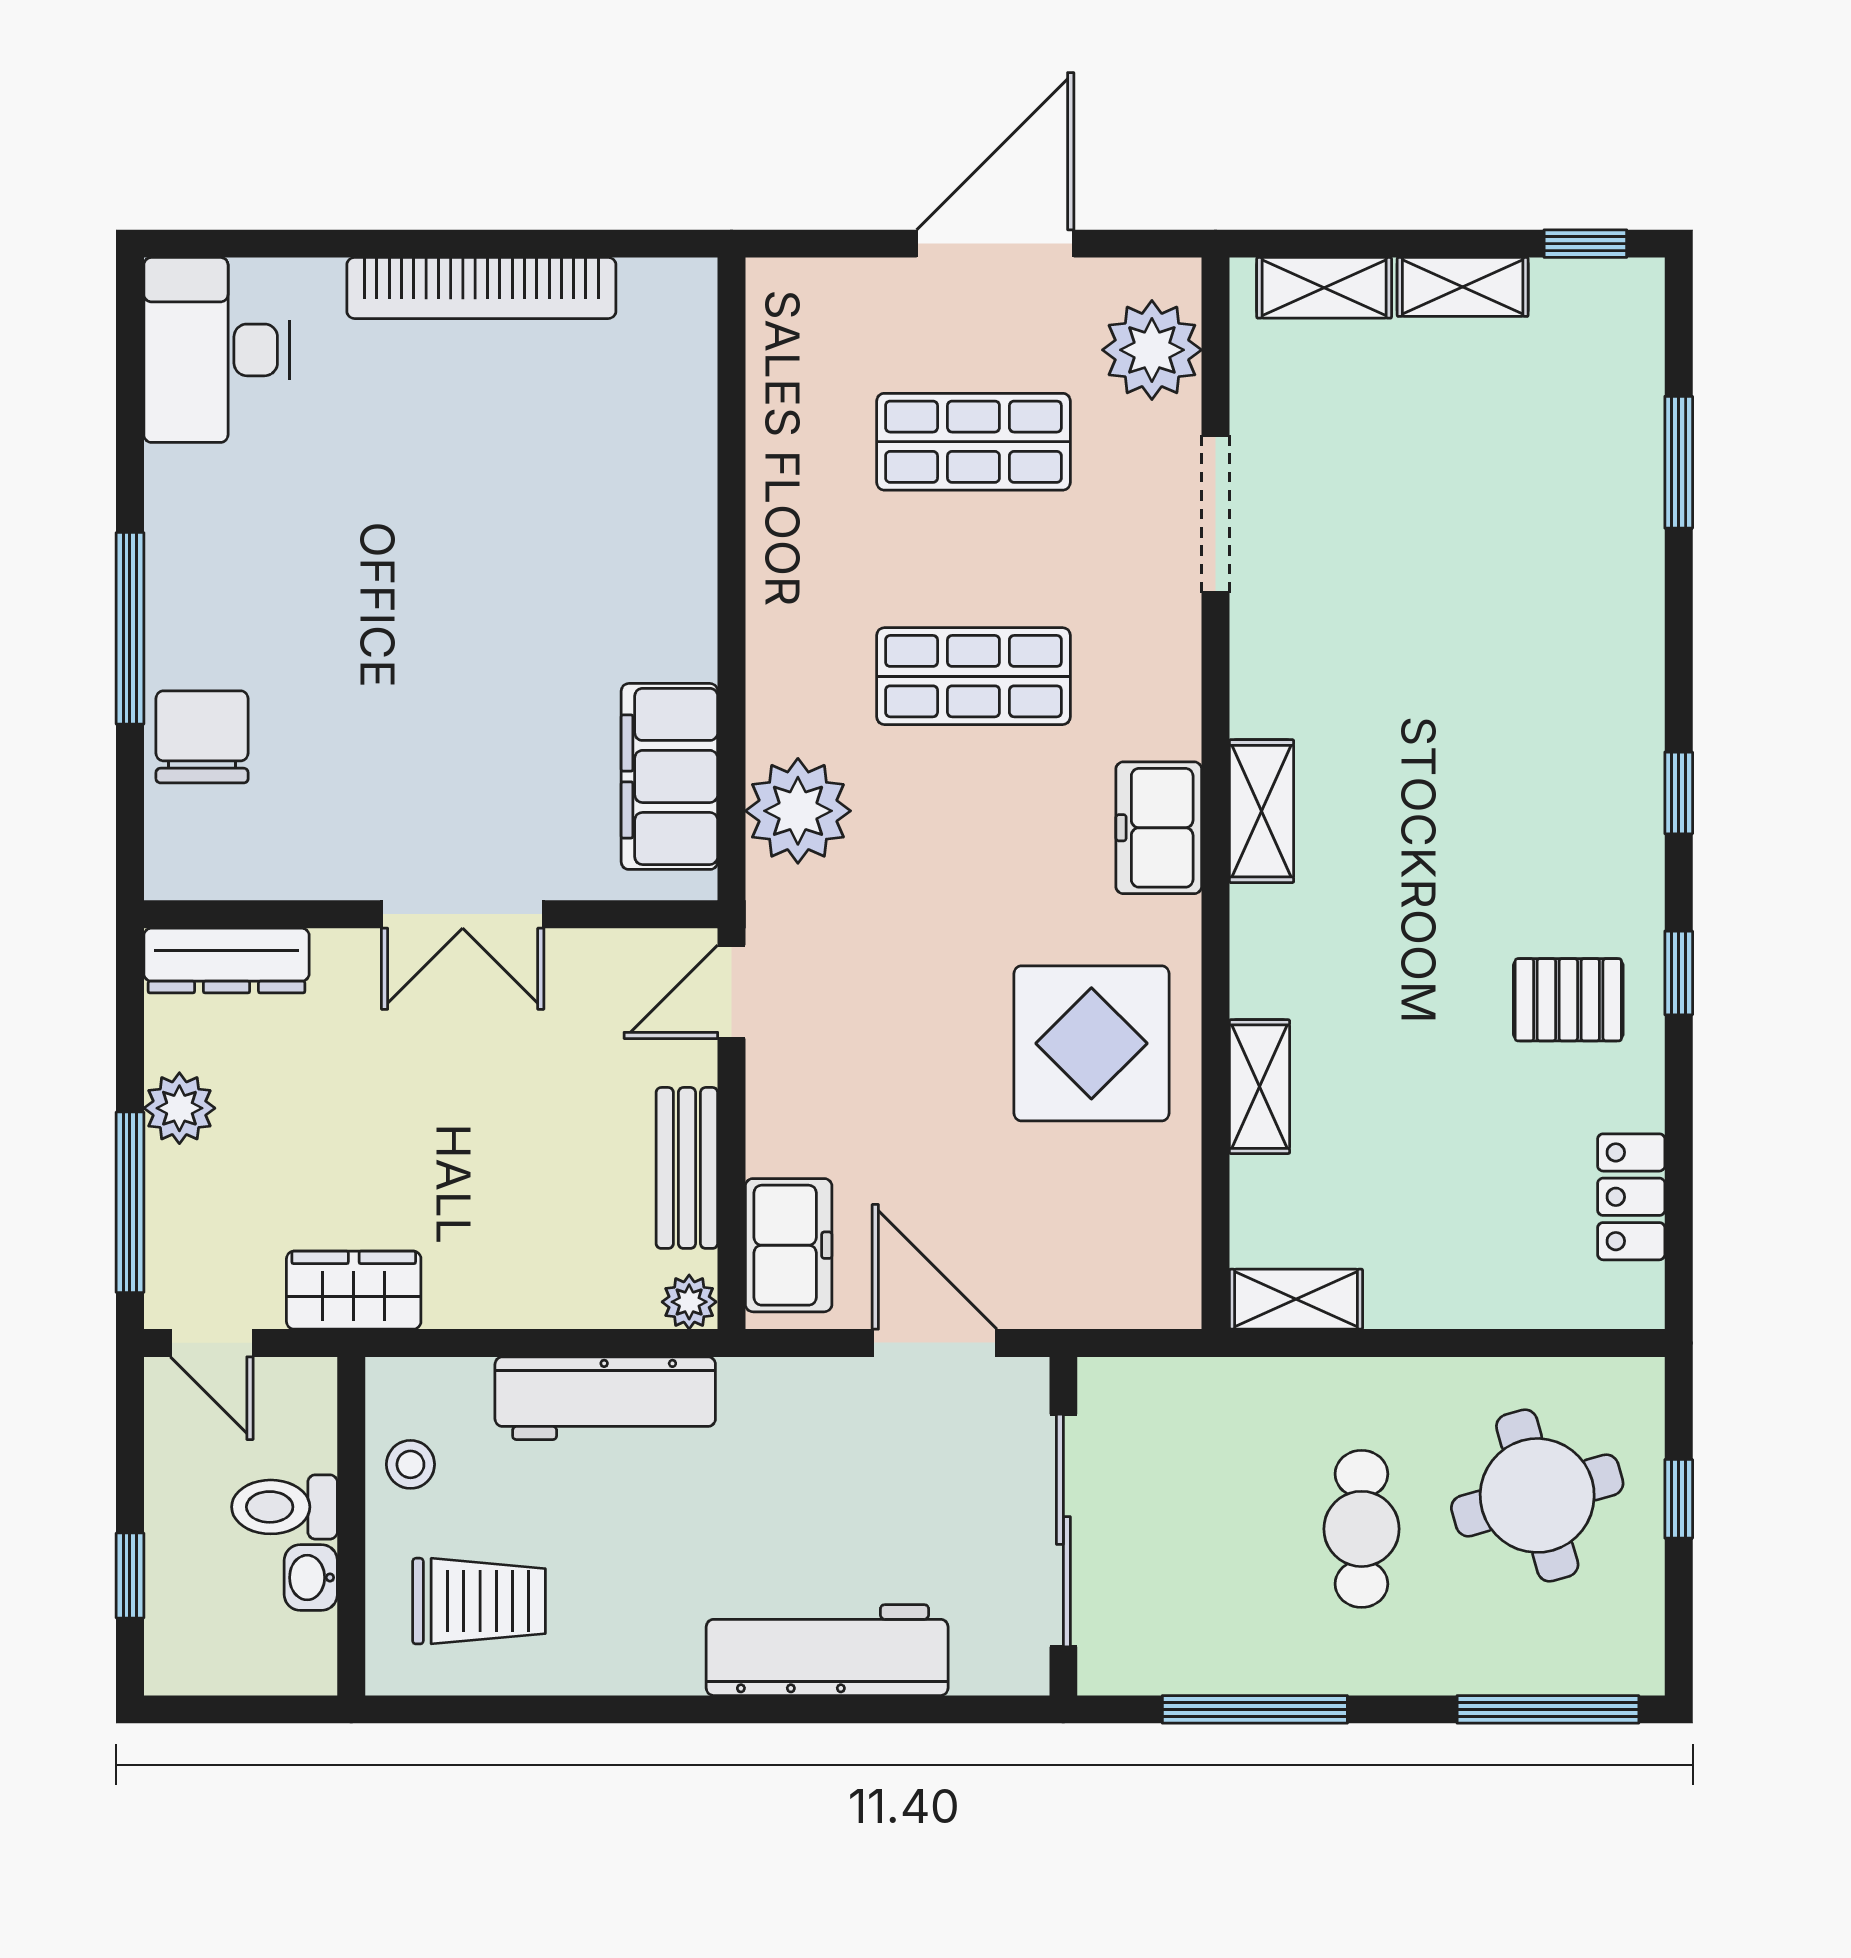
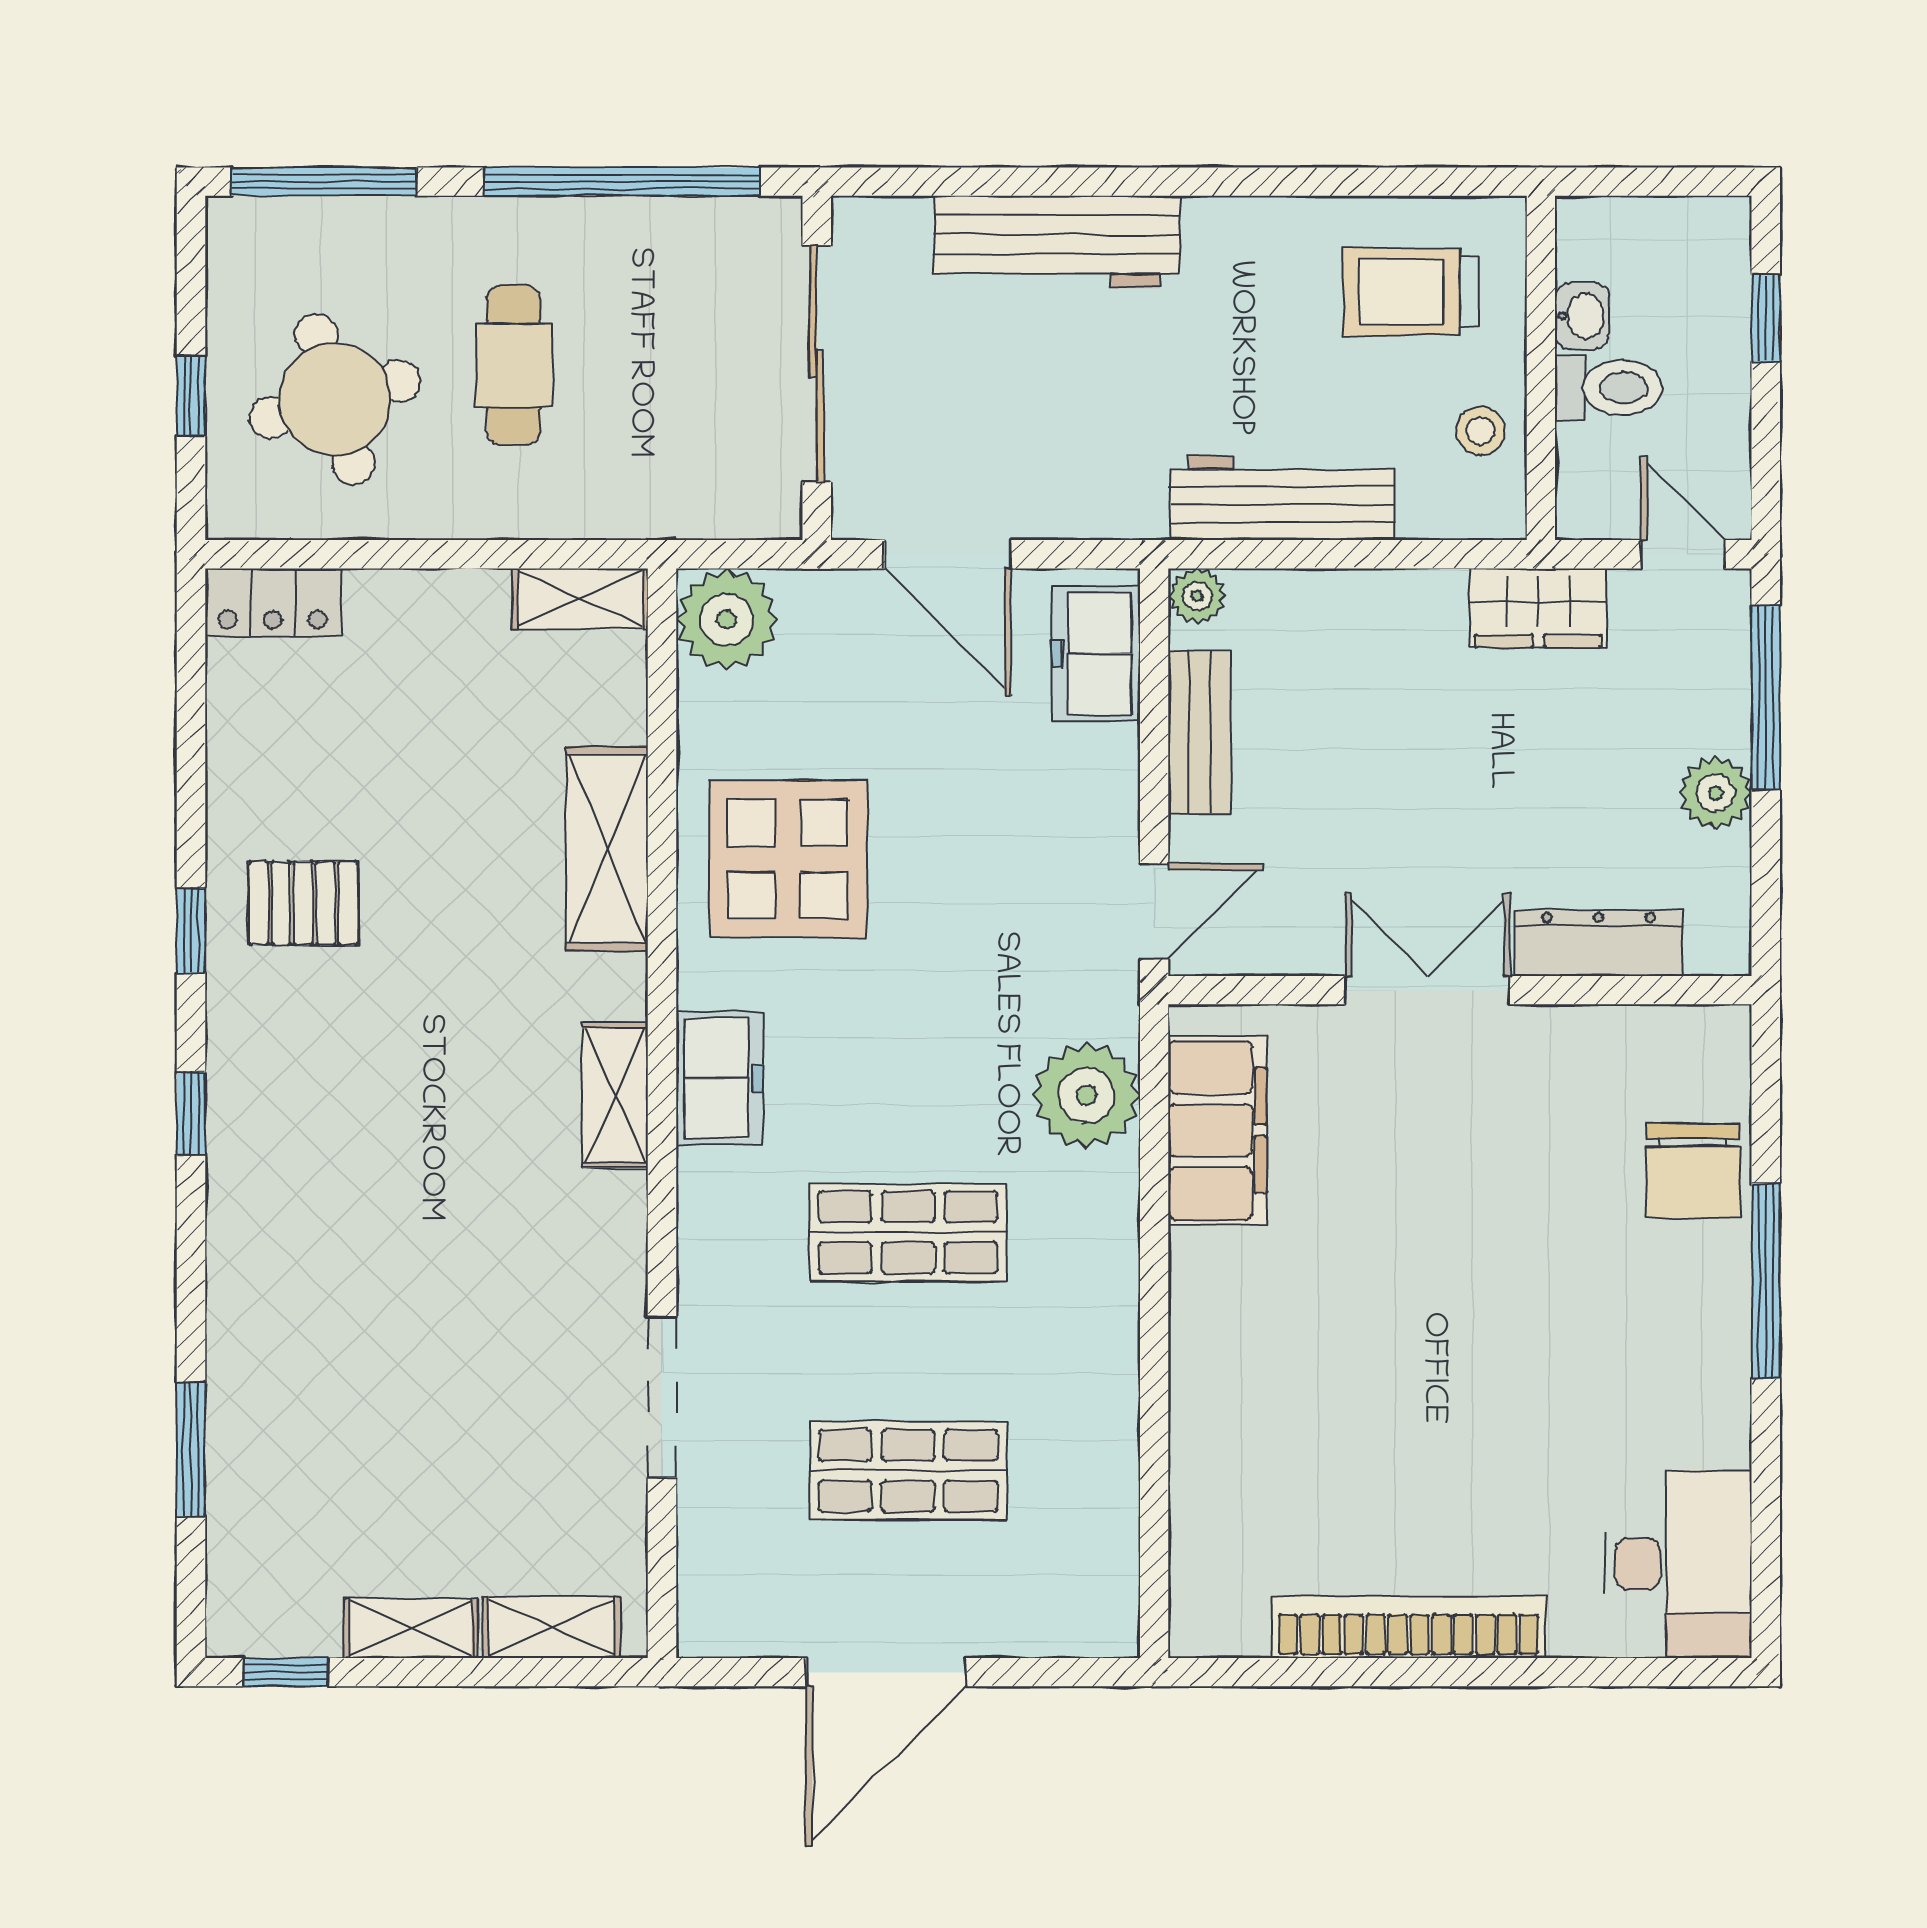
plant: (1152, 350) -> (727, 620), moved
dresser: (227, 960) -> (1599, 943), moved
shelving: (1259, 1087) -> (607, 849), width x1.50, depth x1.33
locker: (1631, 1197) -> (273, 602), moved, turned 90
window: (1255, 1709) -> (622, 182), width x1.46

